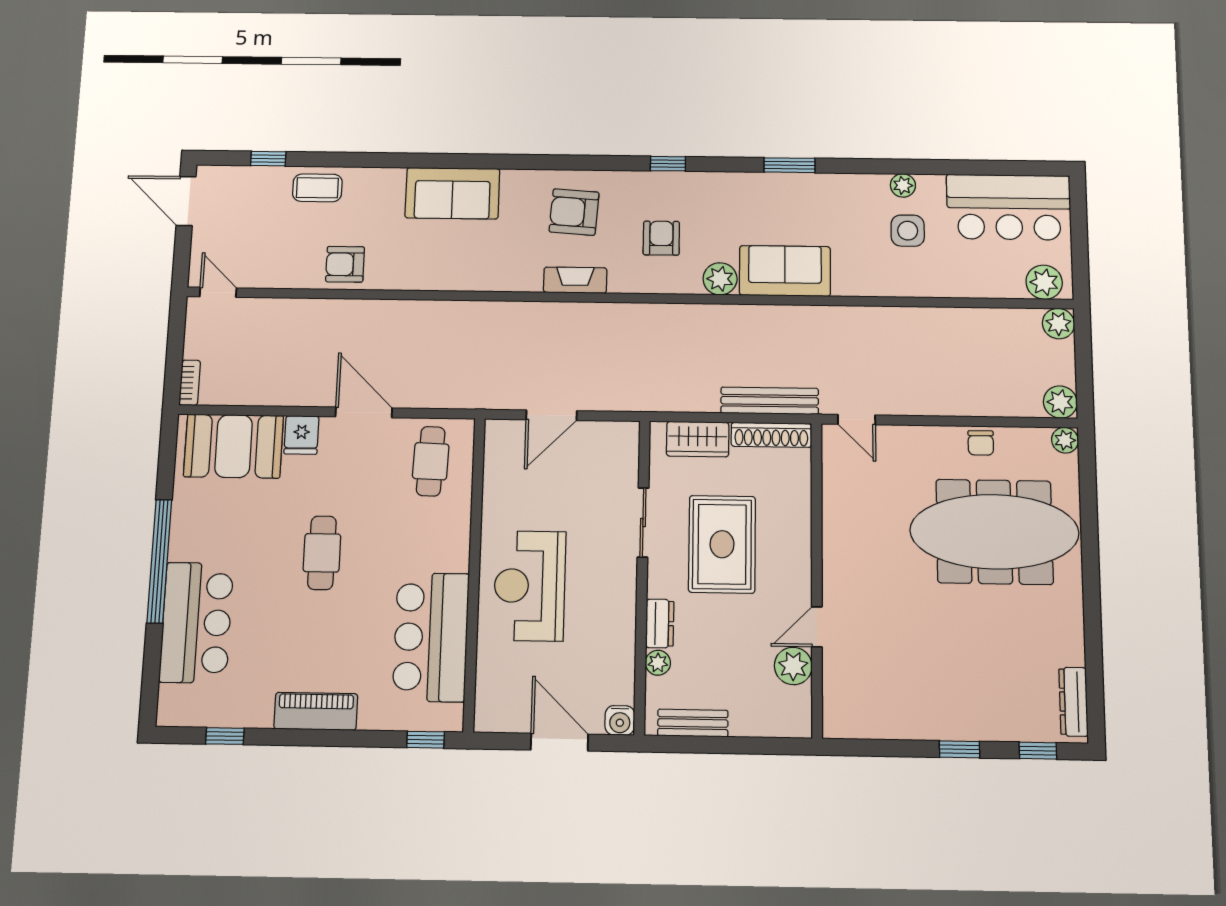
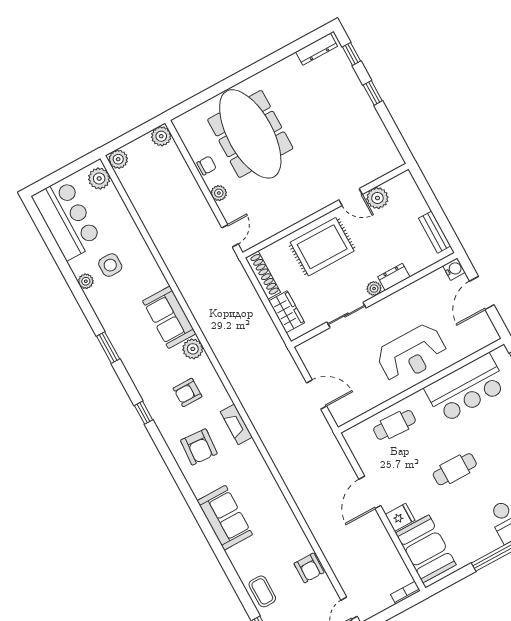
armchair: (345, 264) -> (309, 568), moved
bench: (770, 401) -> (245, 286), removed
plant: (1065, 440) -> (219, 193), moved
cafe table: (431, 461) -> (394, 425), moved
rug: (722, 544) -> (322, 247), moved
plant: (658, 663) -> (374, 289), moved

